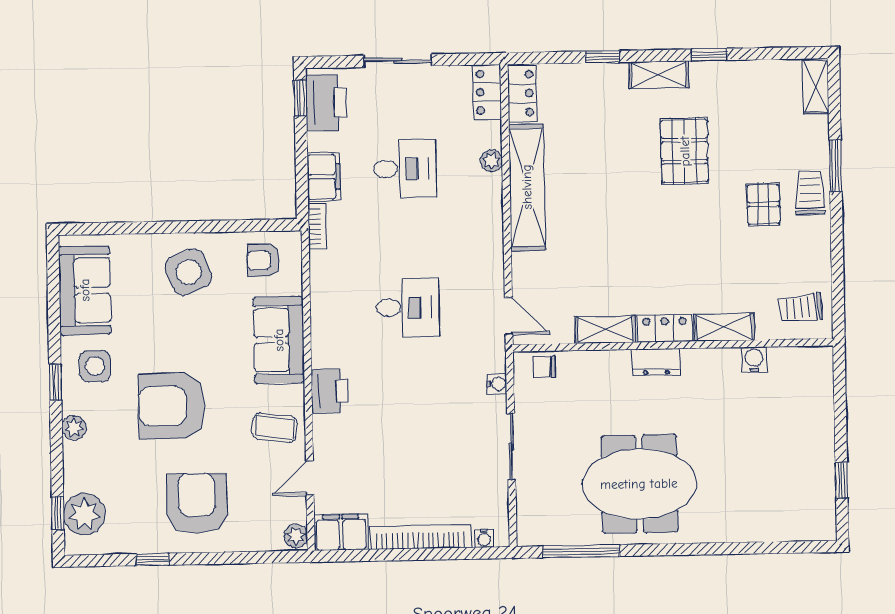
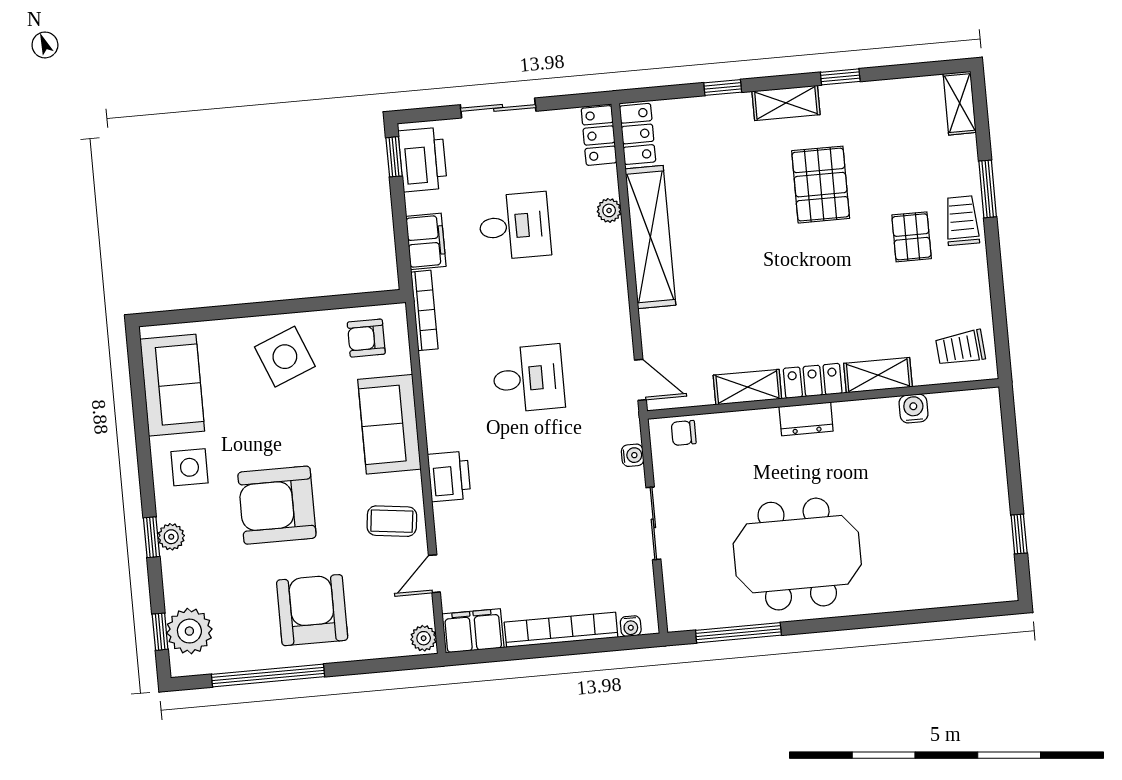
bookcase: (318, 226) -> (424, 310), width x1.56
window: (55, 382) -> (152, 537), moved
window: (153, 559) -> (268, 675), width x3.17

